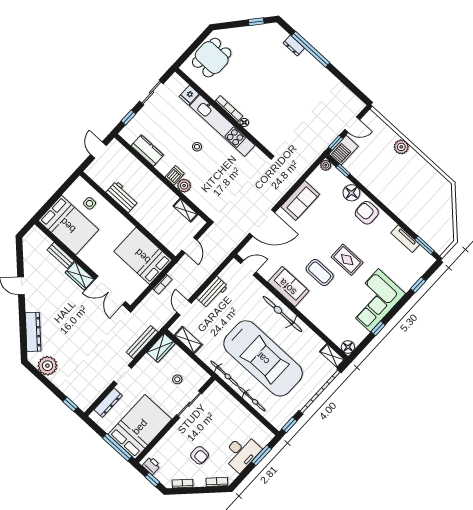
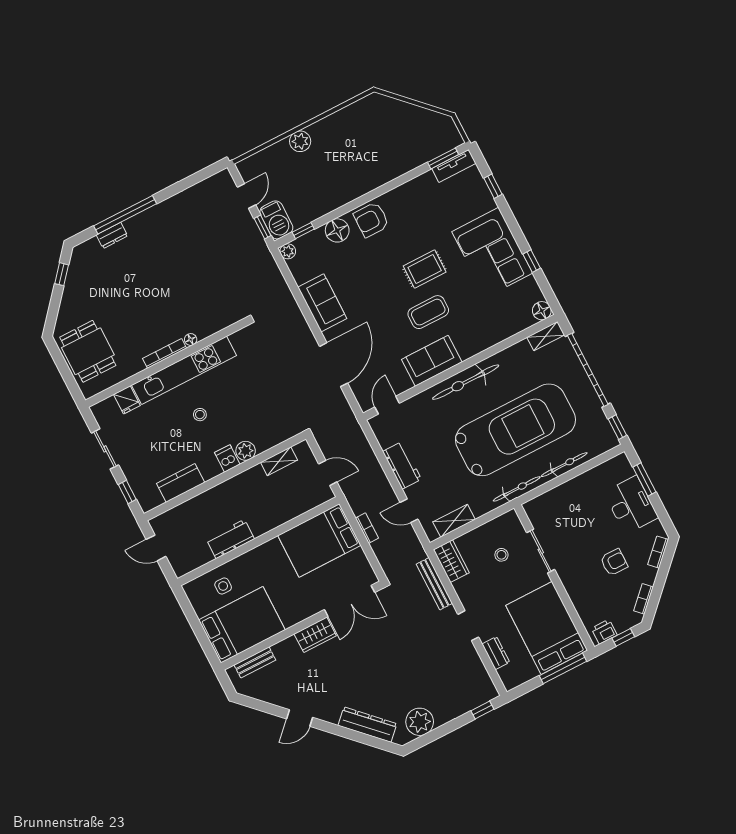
tv unit: (405, 239) -> (454, 166), moved
bench: (61, 255) -> (255, 662), moved
dresser: (108, 403) -> (496, 653), width x0.70

